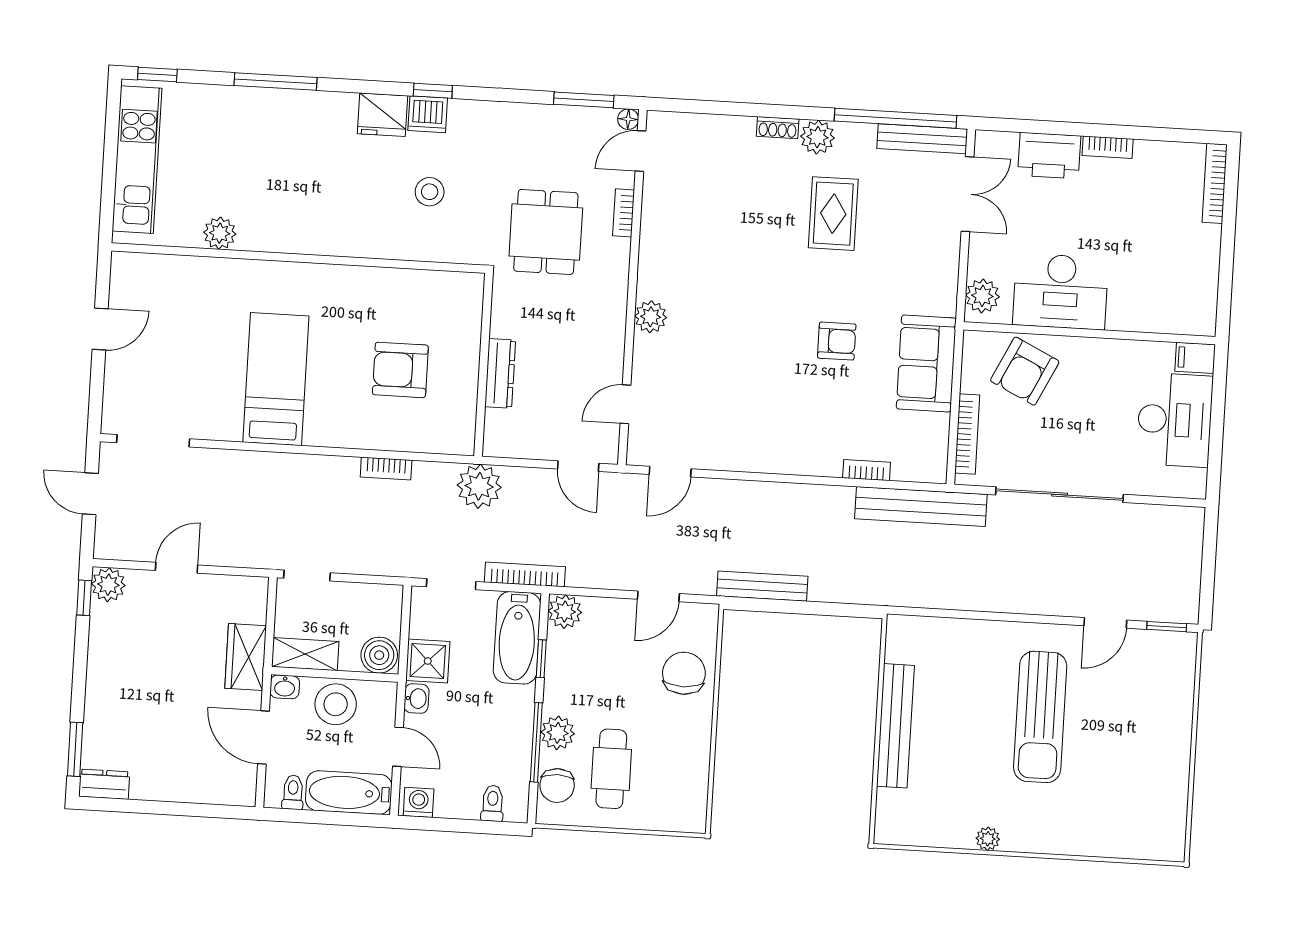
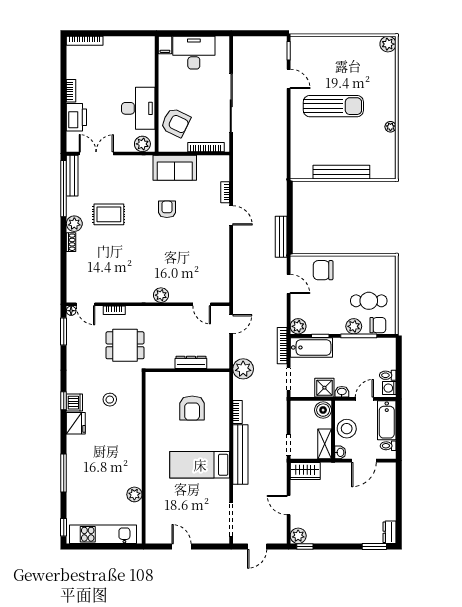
door: (670, 472) -> (231, 215), moved
bench: (921, 506) -> (240, 455), moved
wardrobe: (246, 657) -> (305, 471), moved
toilet: (493, 803) -> (388, 375), moved
plant: (1168, 844) -> (388, 44), added

